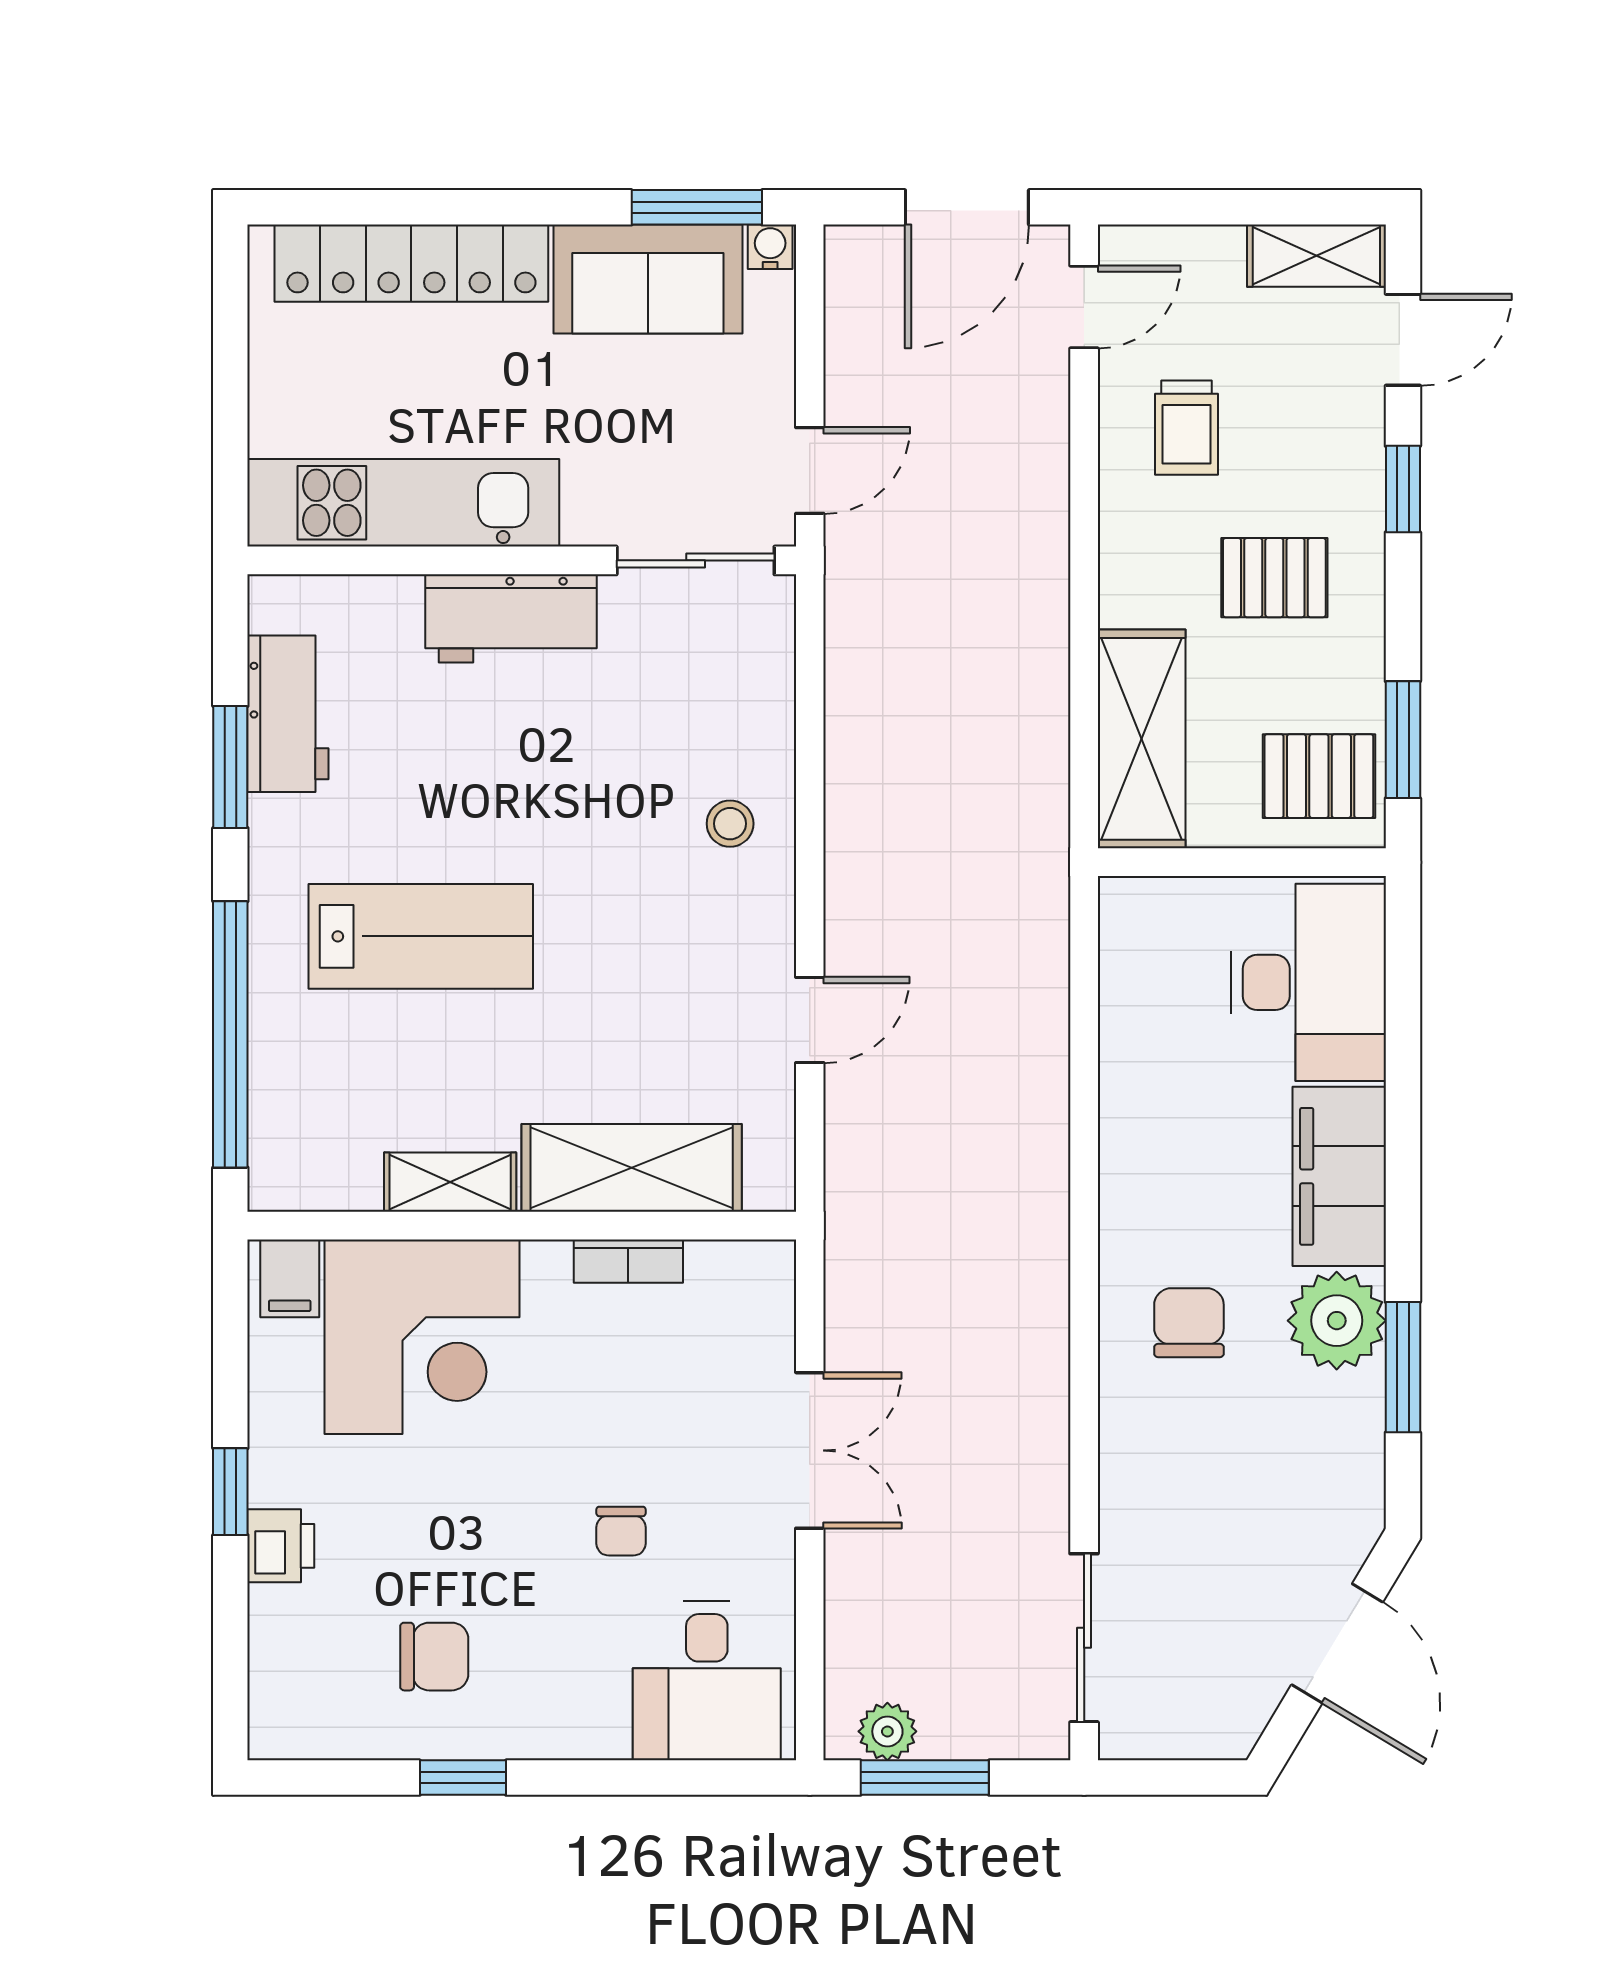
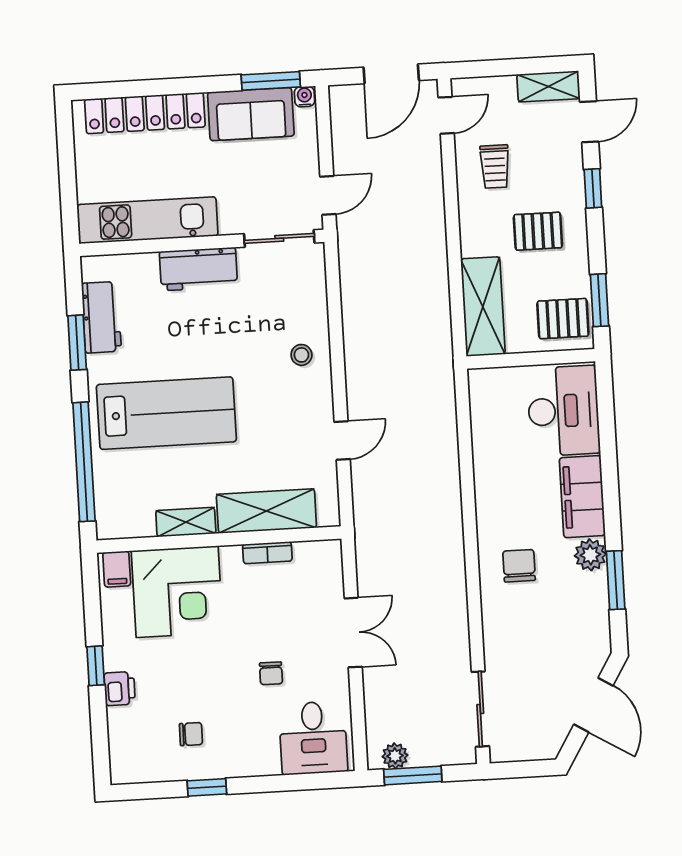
lab bench: (421, 936) -> (166, 413), width x1.36, depth x1.39
plant: (1337, 1321) -> (590, 555), width x0.73, depth x0.73
chair: (434, 1657) -> (191, 734), width x0.73, depth x0.73

